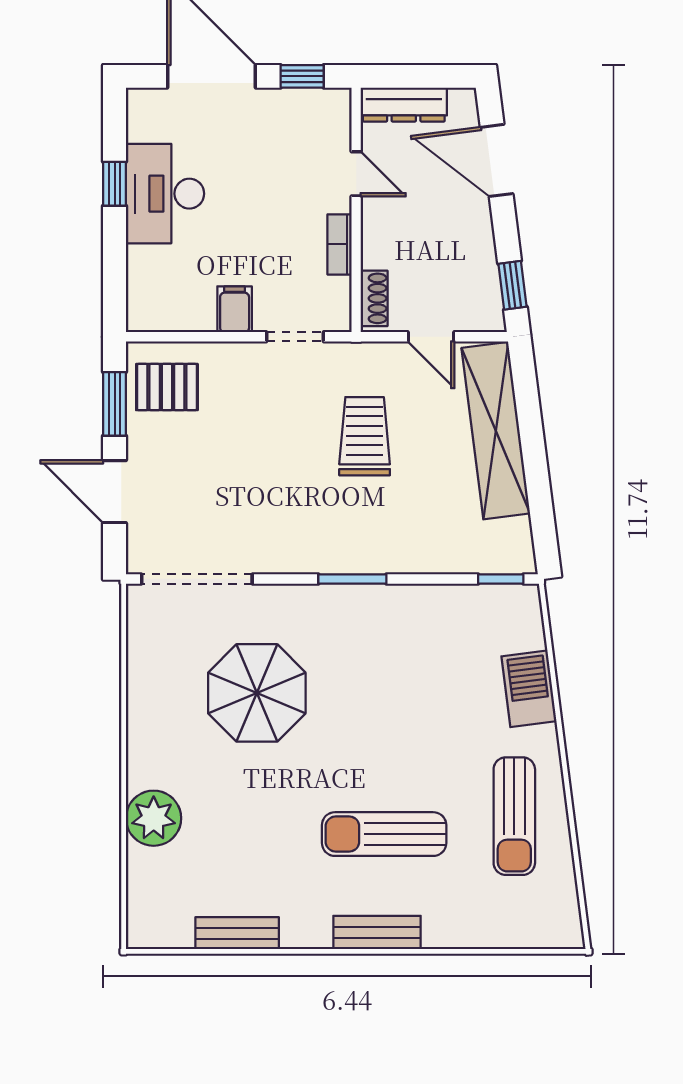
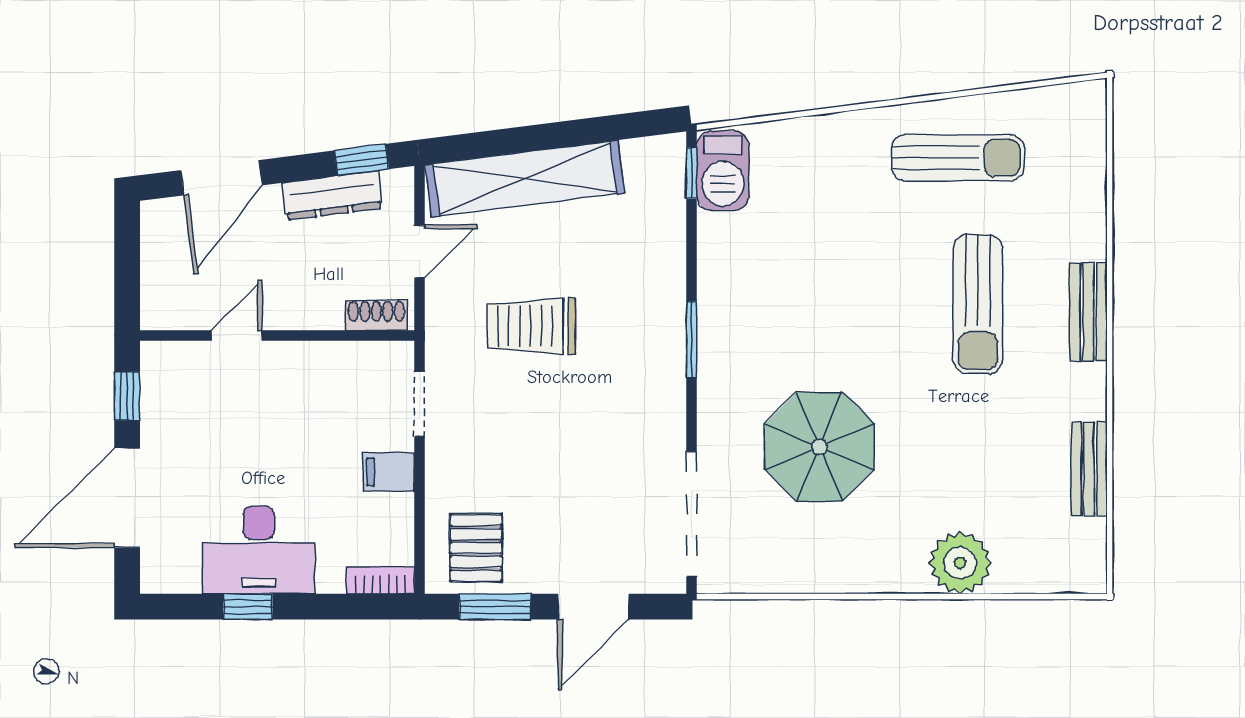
dresser: (404, 105) -> (332, 196), moved, turned 83
bookcase: (339, 244) -> (381, 580), moved, turned 180
barbecue: (529, 689) -> (723, 171), moved, turned -83

